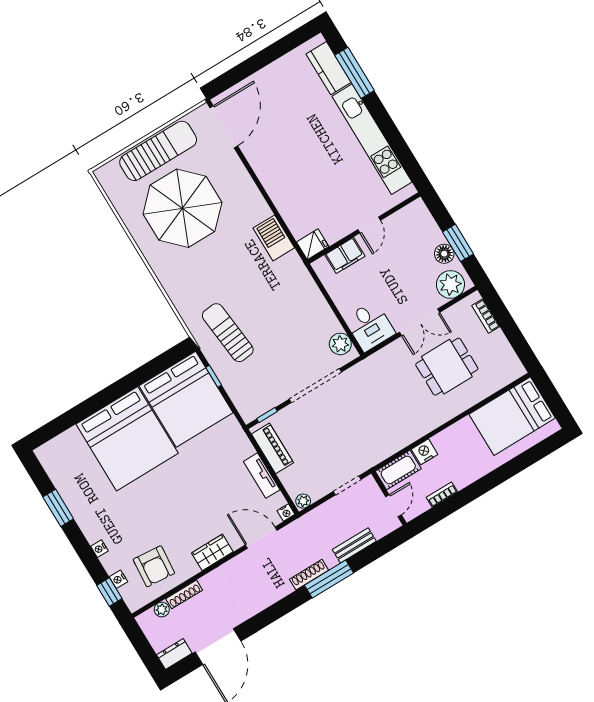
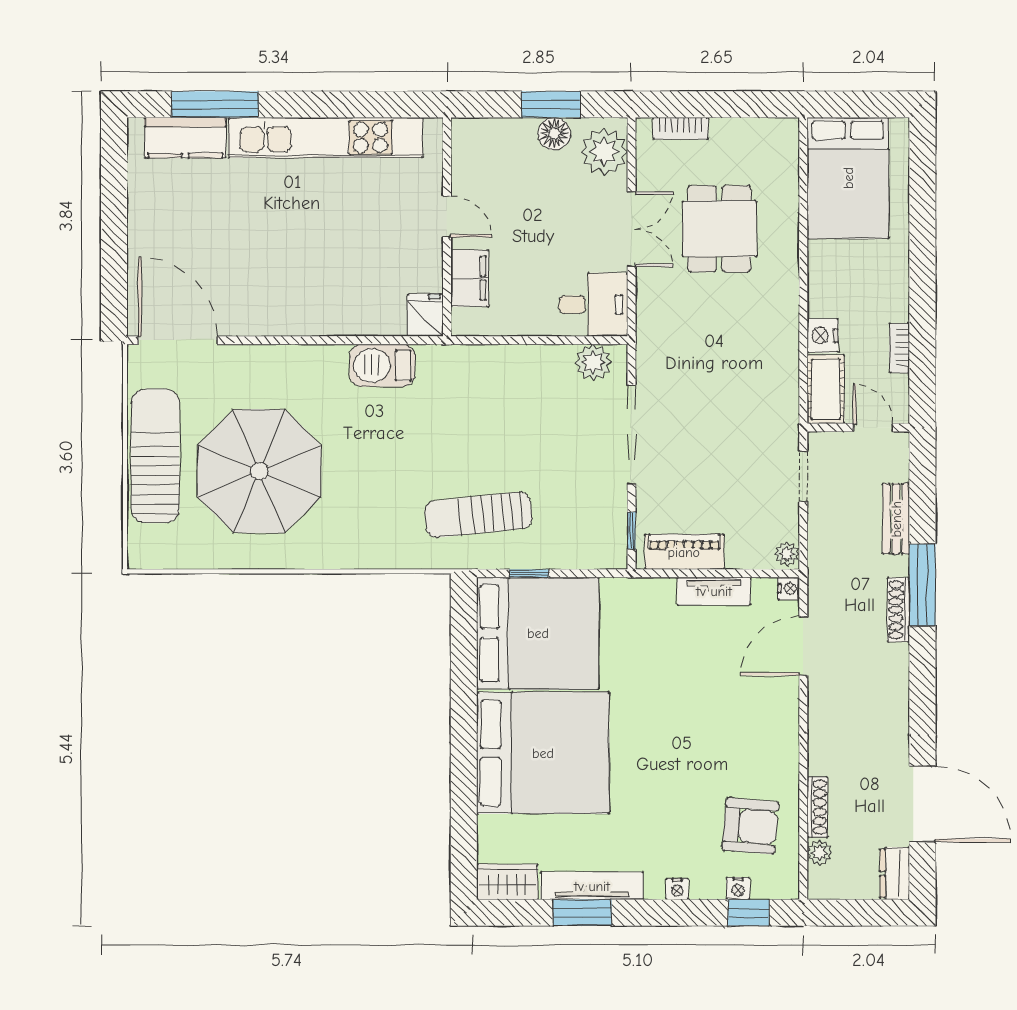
tv unit: (75, 504) -> (592, 886), added
wardrobe: (212, 552) -> (507, 882), moved, turned 90

